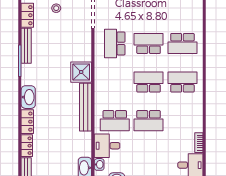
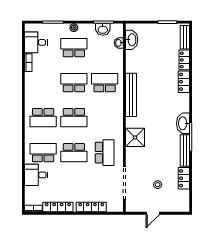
shower: (81, 72) -> (135, 137), moved
washbasin: (28, 97) -> (183, 123), moved
desk: (107, 146) -> (36, 175), moved, turned 180
school desk: (149, 159) -> (74, 48), added

